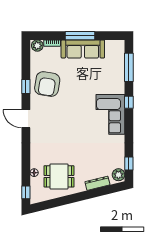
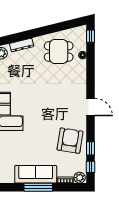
window: (26, 57) -> (91, 167), added
window: (26, 86) -> (91, 148), moved

